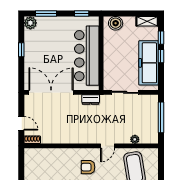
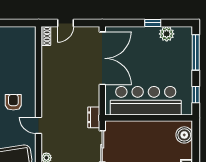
window: (46, 13) -> (196, 52), width x1.44
plant: (30, 23) -> (167, 34), moved
dresser: (91, 99) -> (94, 117), moved

